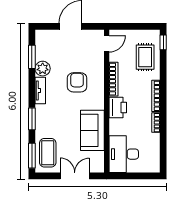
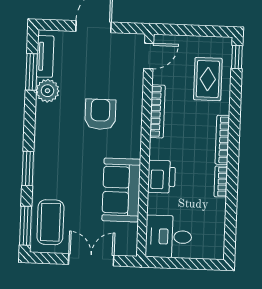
tv unit: (40, 90) -> (45, 56), moved
printer: (118, 108) -> (161, 177), moved
desk: (124, 154) -> (169, 237), width x0.73

